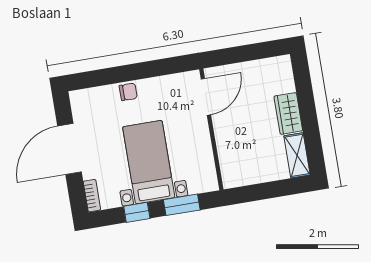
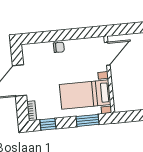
bed with nightstands: (149, 162) -> (85, 95), moved, turned -90
window: (137, 212) -> (48, 124), moved

